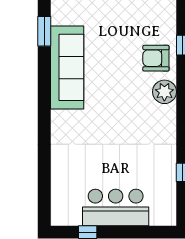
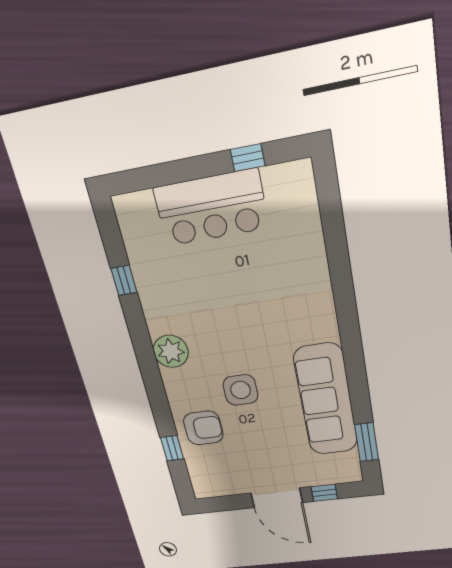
side table: (123, 84) -> (240, 390), added
plant: (164, 92) -> (171, 351), moved

